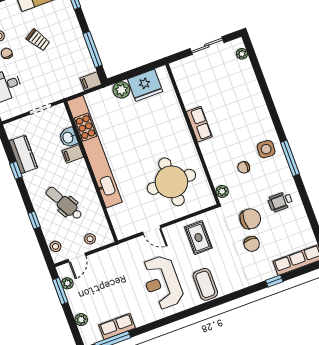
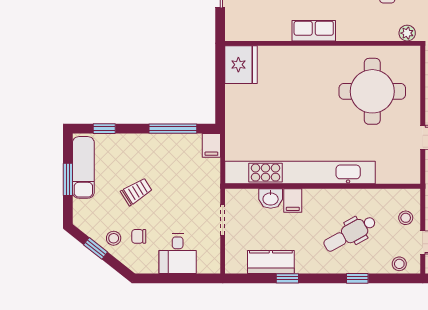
fridge: (145, 85) -> (241, 65), moved
plant: (121, 90) -> (236, 111), removed

